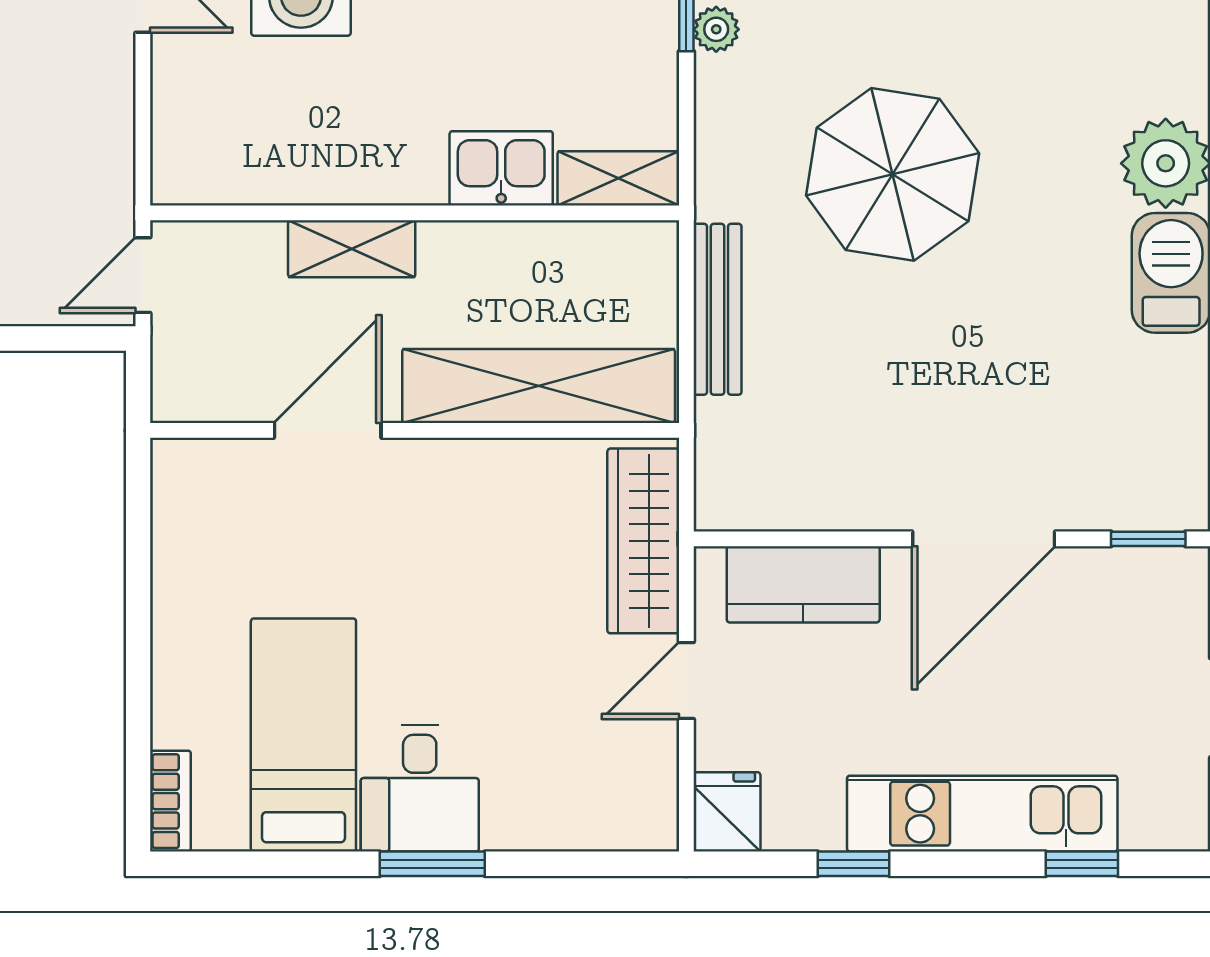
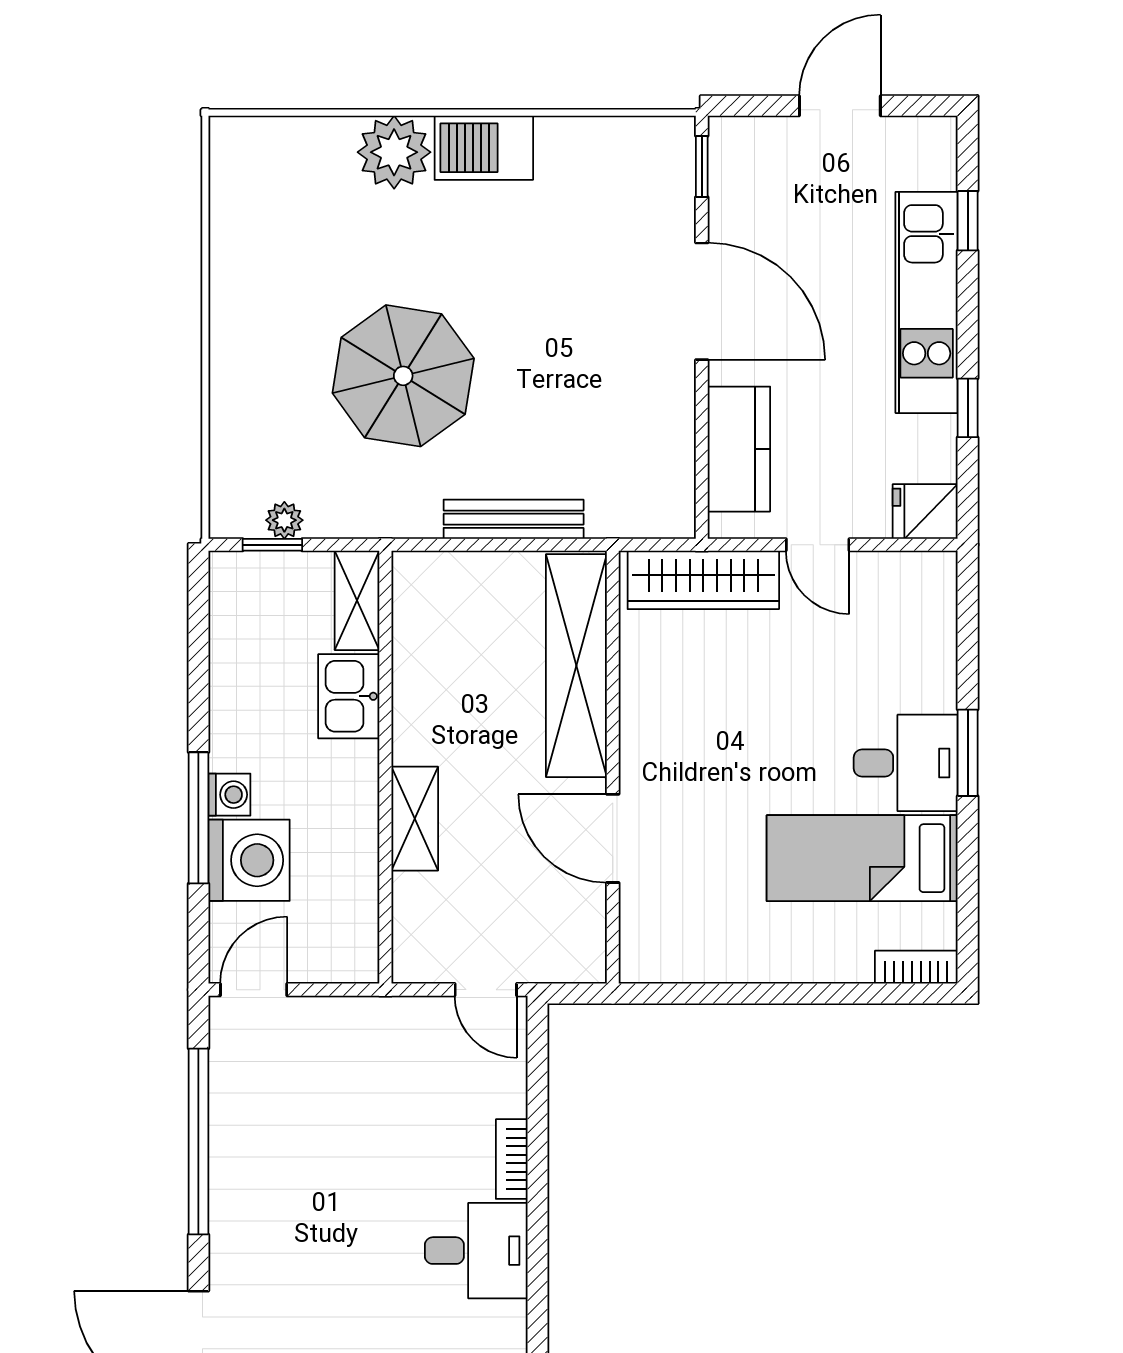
kitchen sink: (501, 168) -> (349, 696), moved
shelving: (618, 178) -> (357, 600), moved
wall: (415, 213) -> (385, 767), moved
shelving: (352, 249) -> (415, 819), moved

